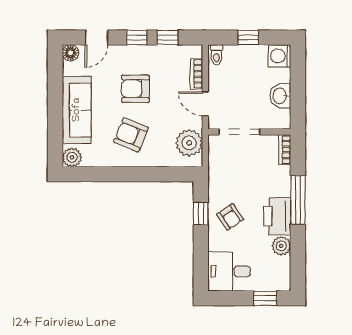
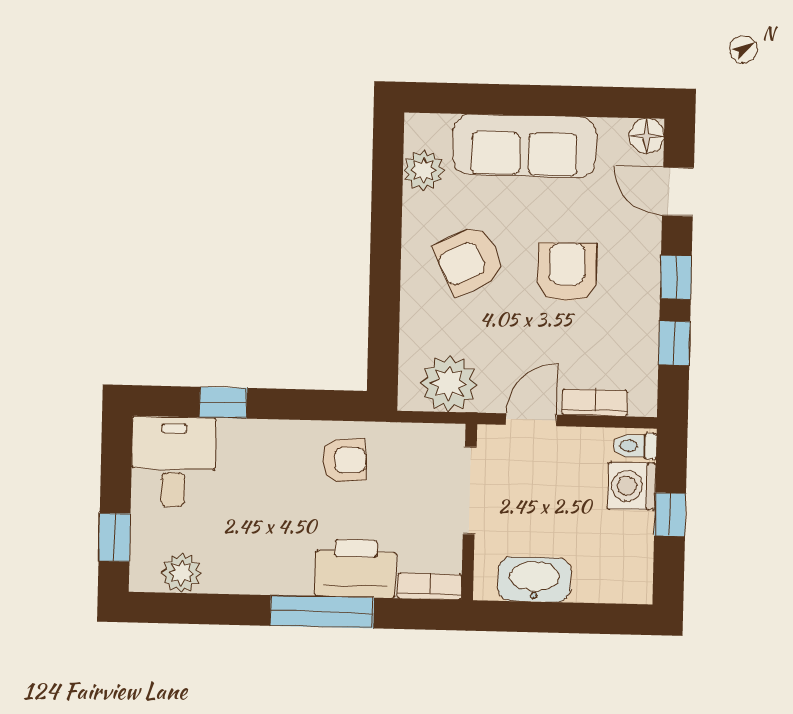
washing machine: (280, 56) -> (632, 486), moved, turned -90
washbasin: (280, 96) -> (534, 579), width x1.38
armchair: (131, 135) -> (469, 260), turned -138
plant: (72, 157) -> (423, 170), moved
window: (201, 214) -> (223, 403), moved
printer: (277, 216) -> (355, 569), moved
armchair: (230, 217) -> (344, 460), moved, turned -150
plant: (281, 246) -> (181, 573), moved

